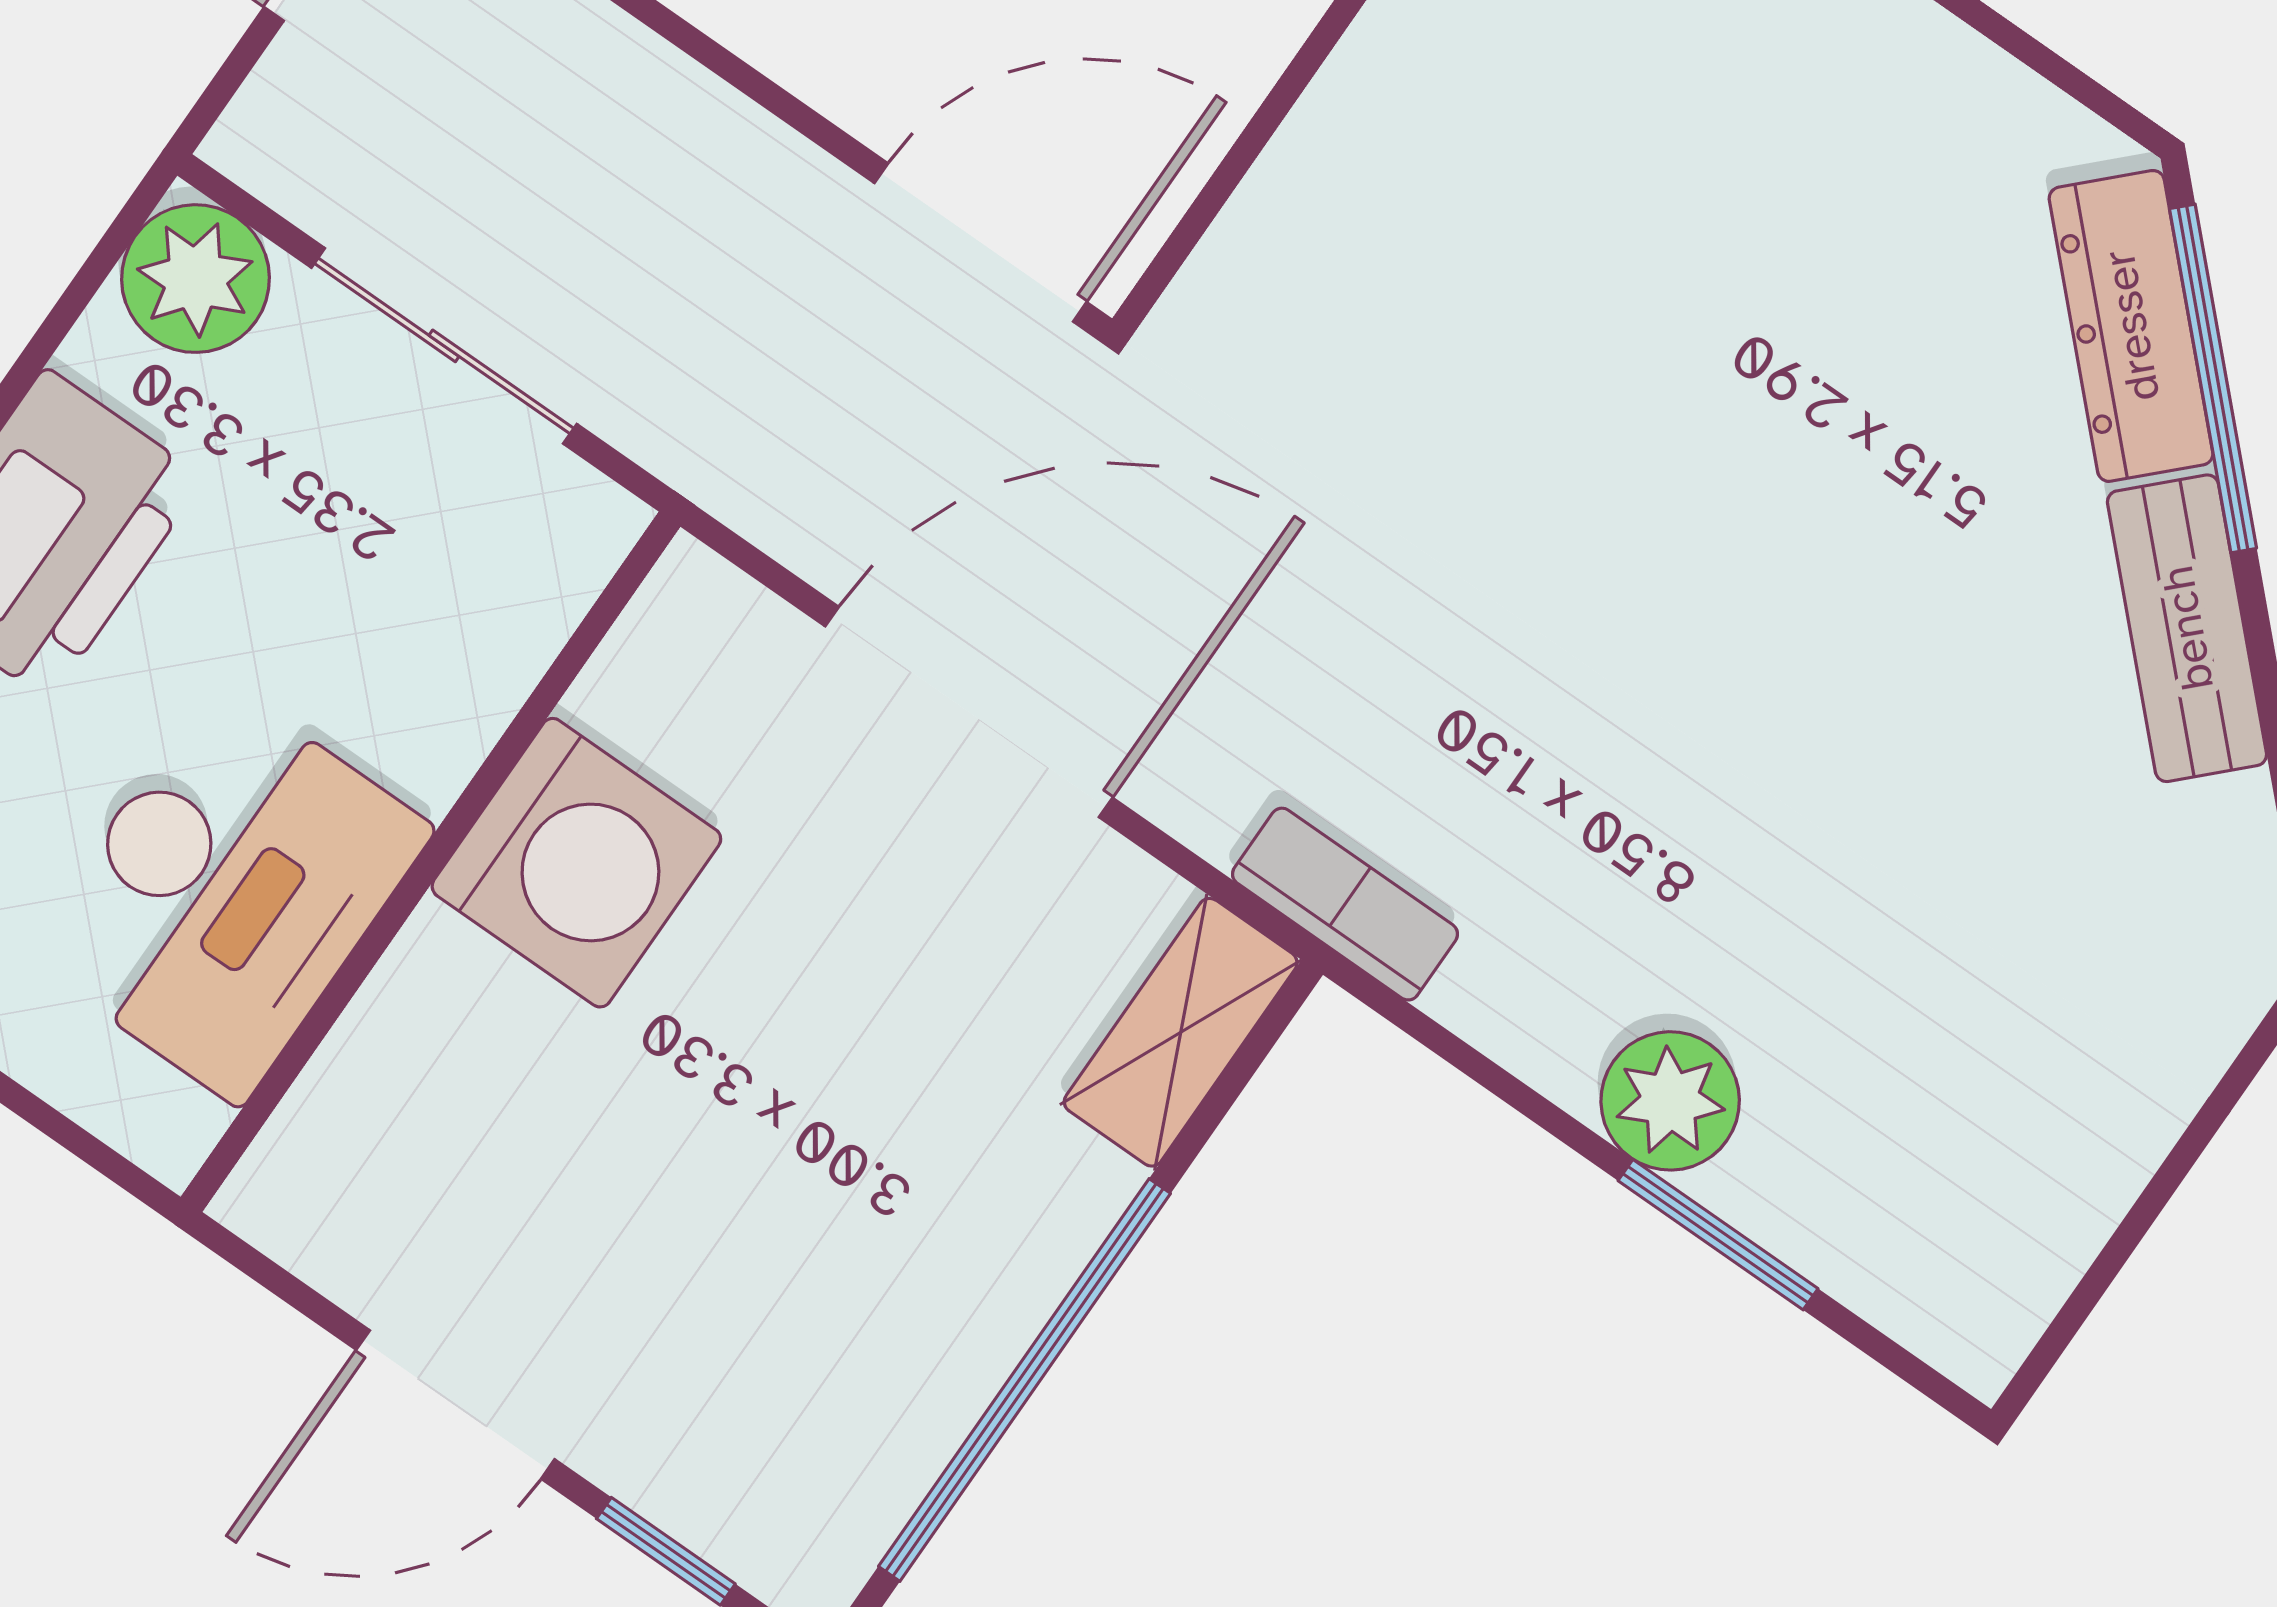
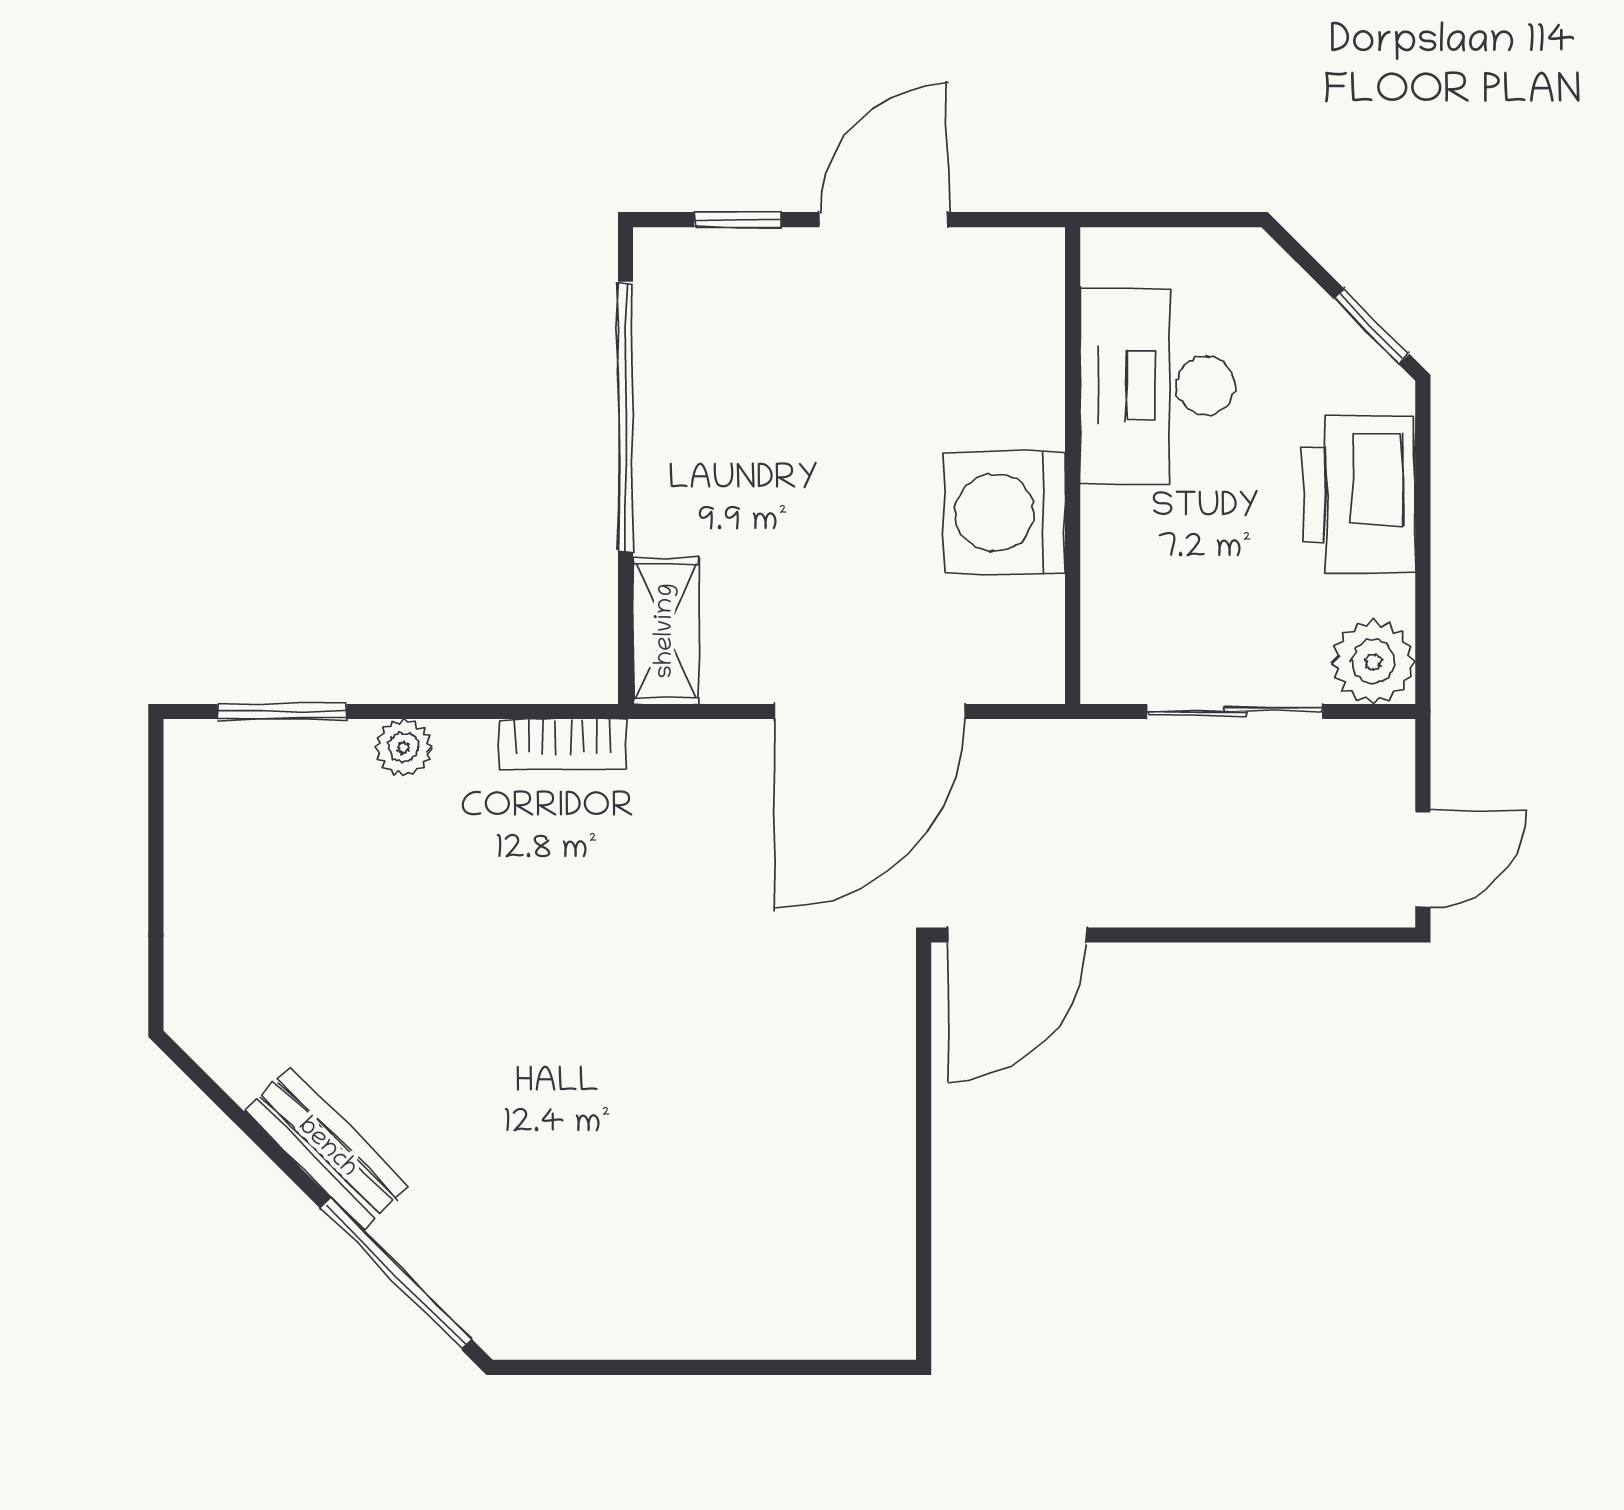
dresser: (2131, 326) -> (452, 1272), removed
bookcase: (1345, 904) -> (563, 744), moved
plant: (1670, 1101) -> (404, 748), width x0.73, depth x0.73
window: (1718, 1235) -> (282, 711), moved

